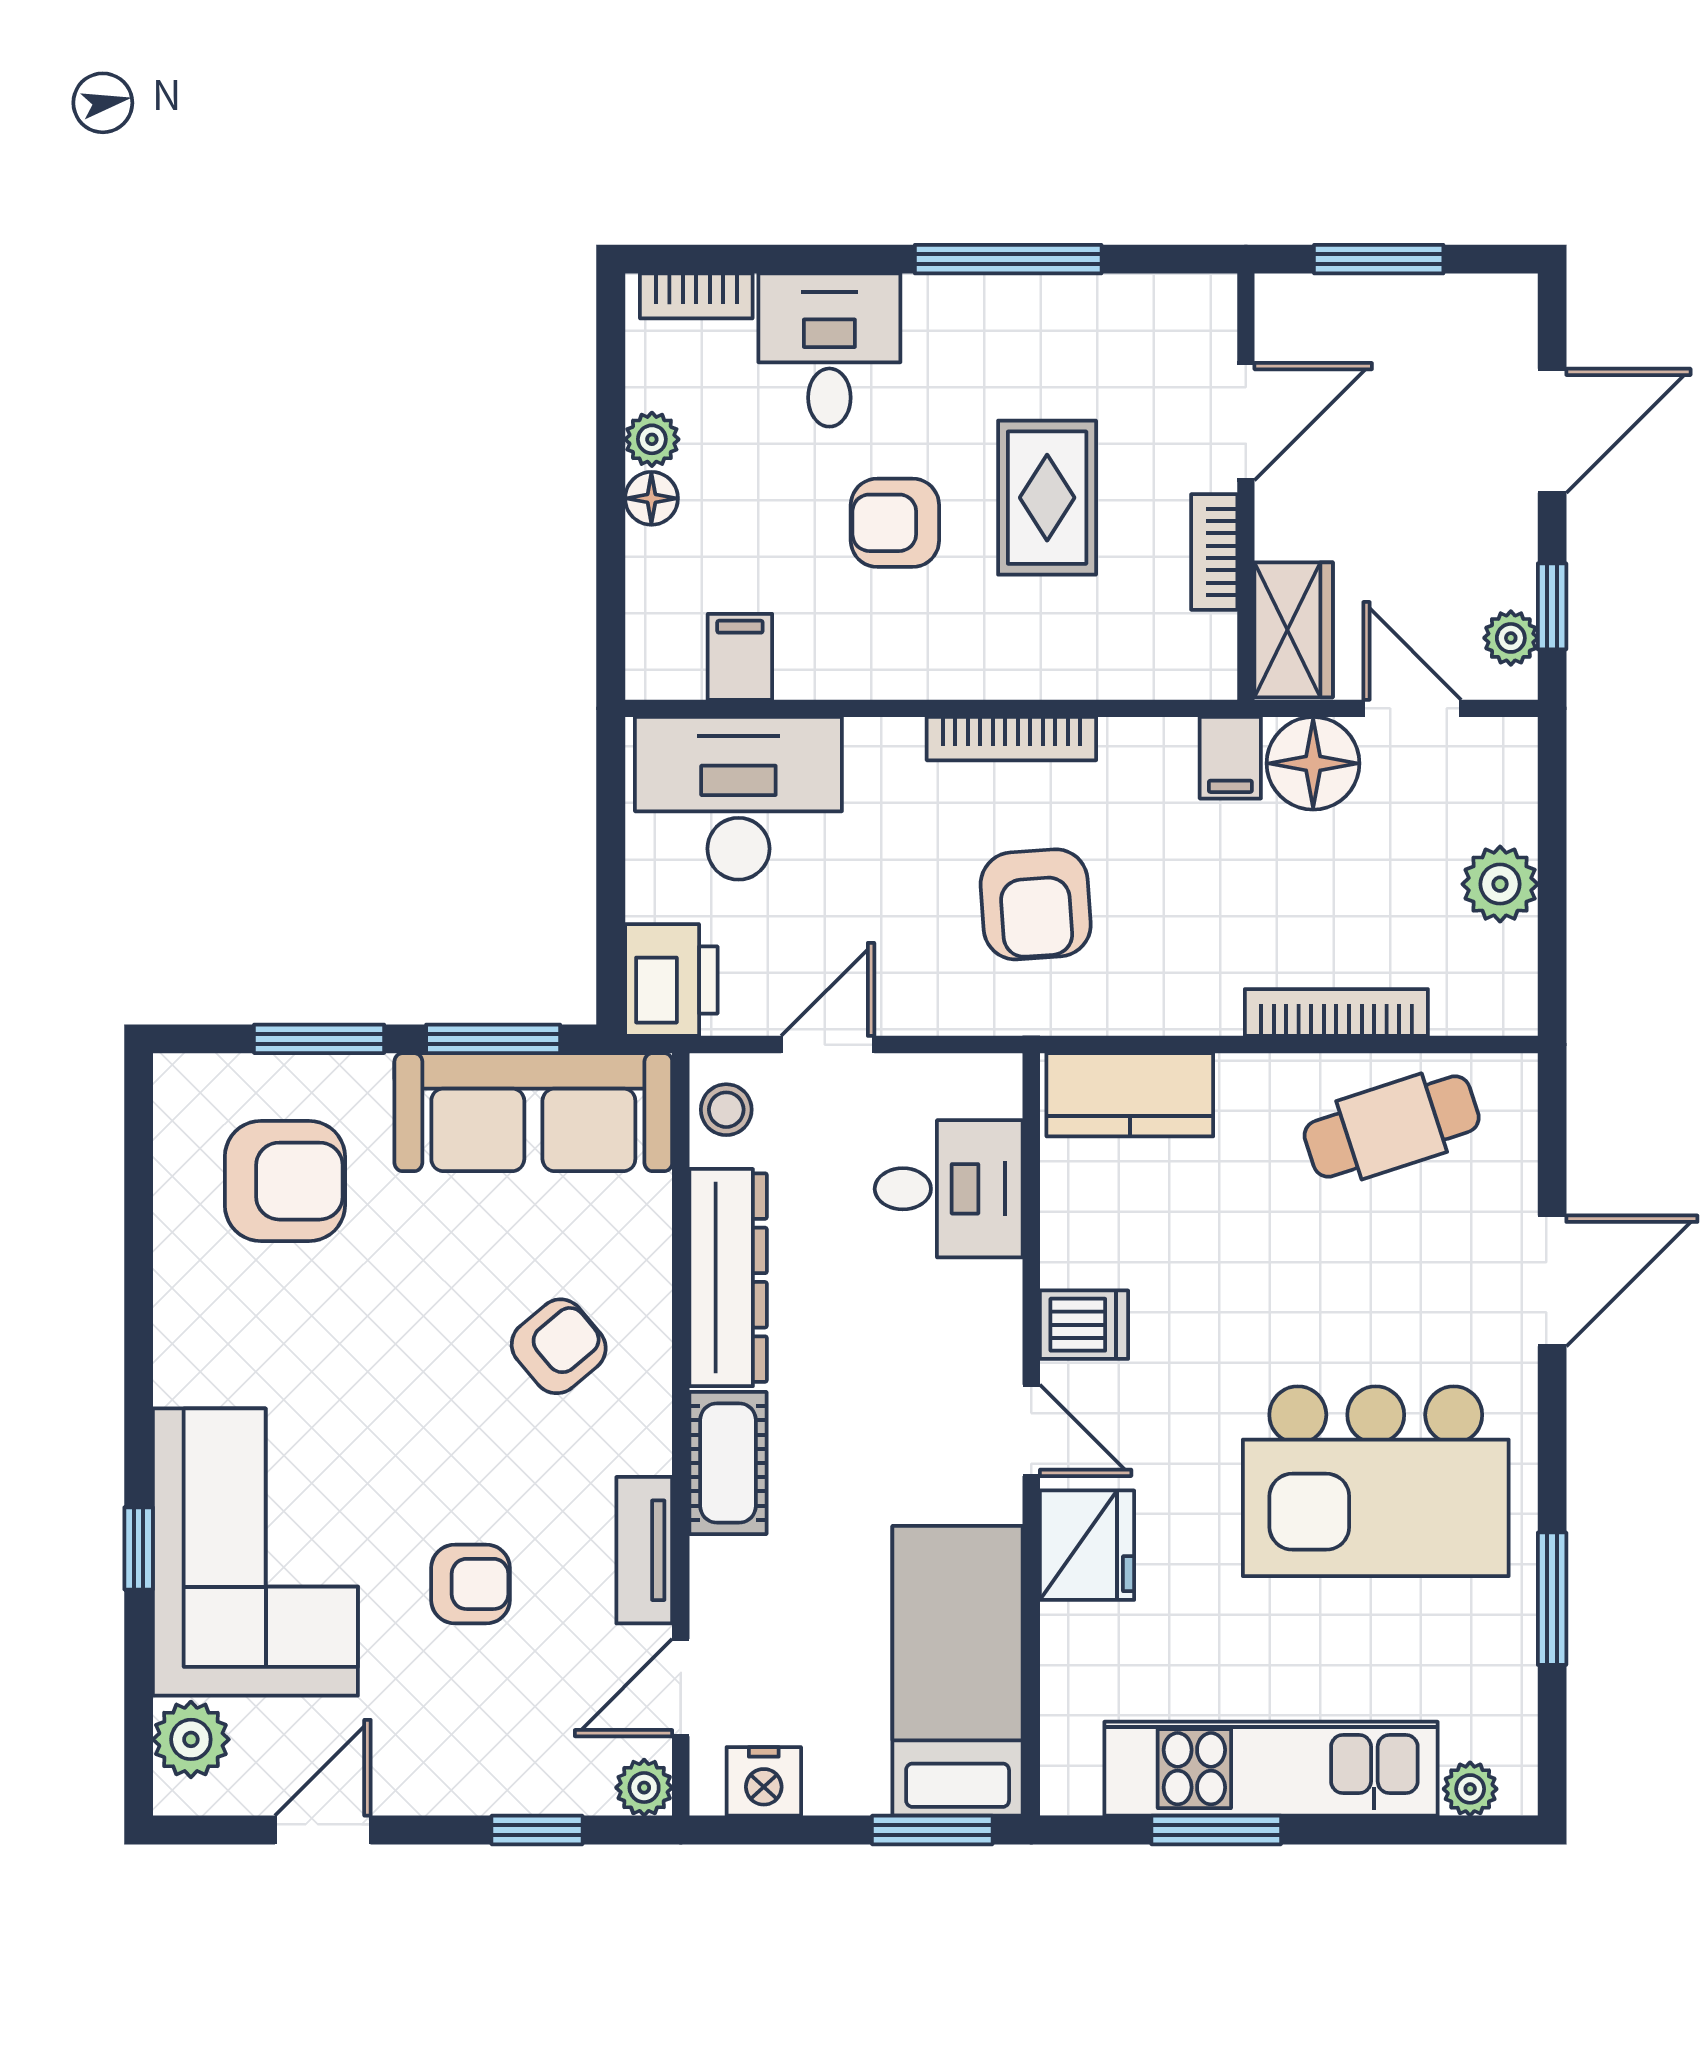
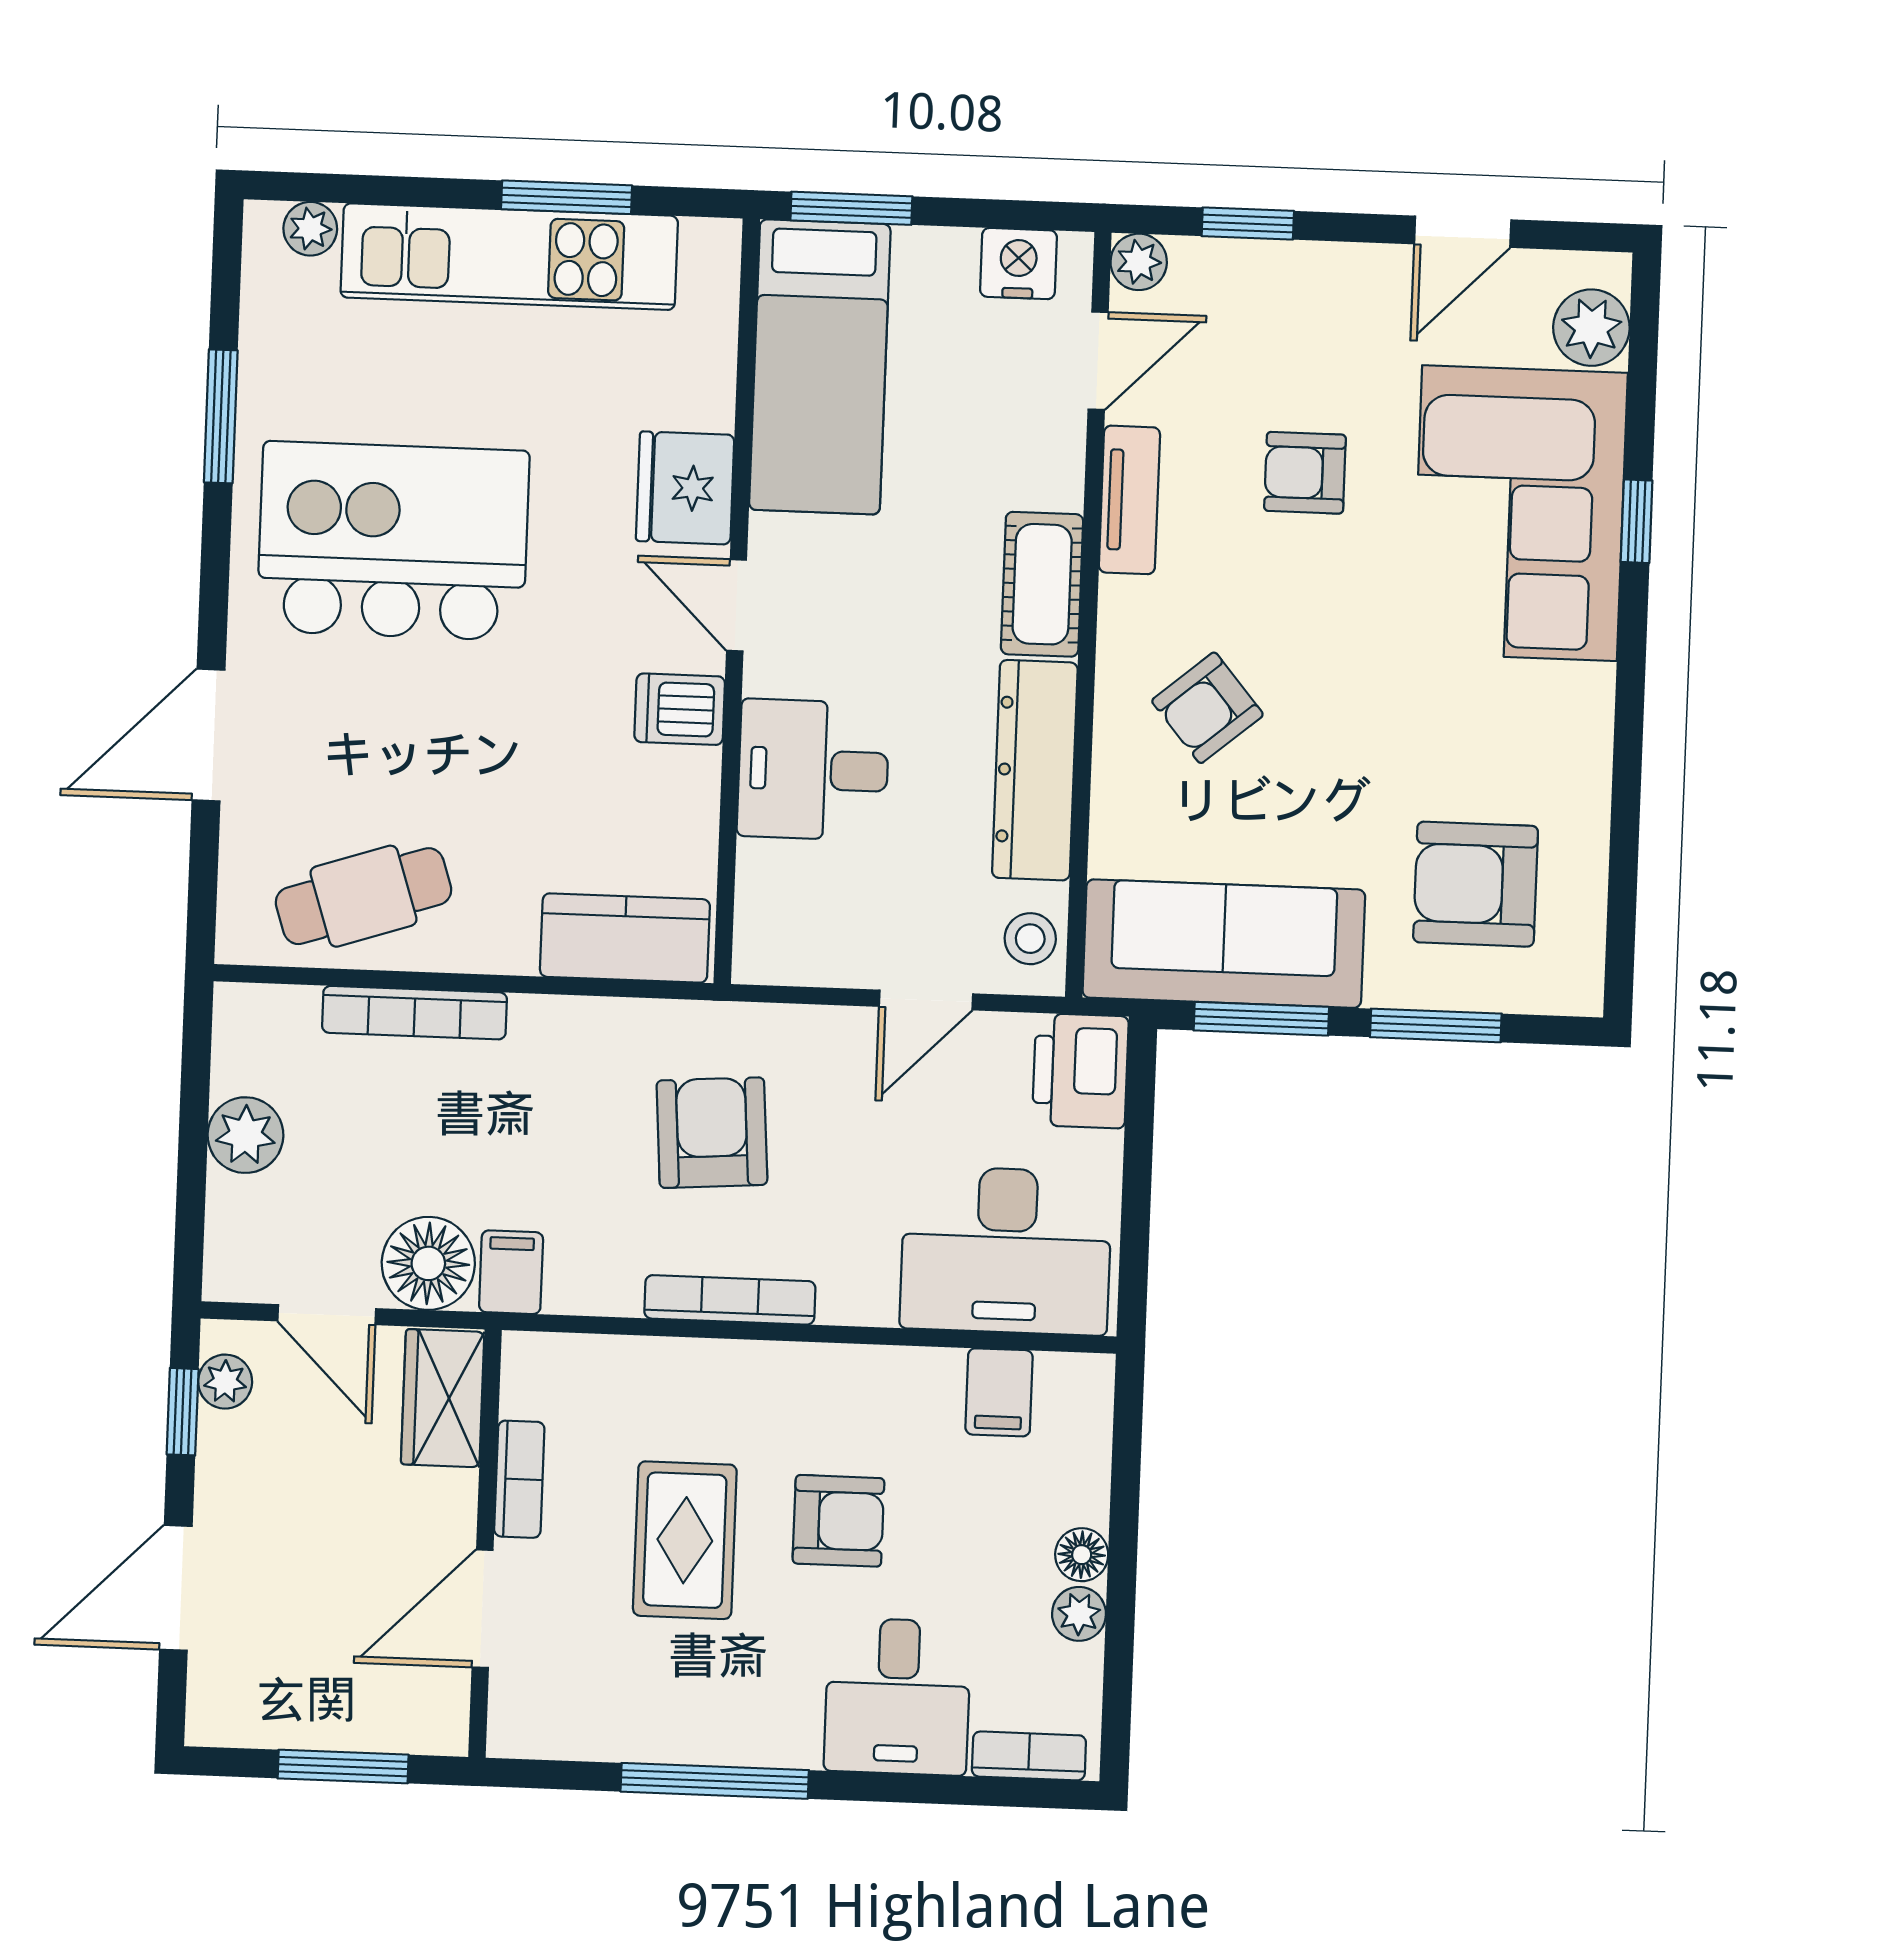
desk: (949, 1189) -> (813, 770), moved

